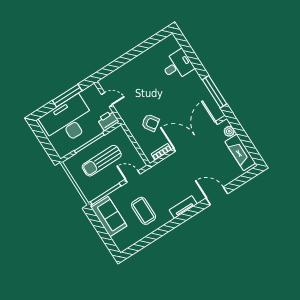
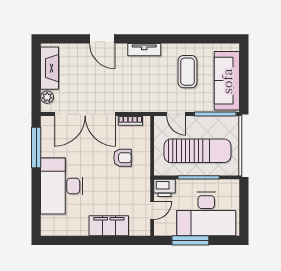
desk: (177, 65) -> (62, 186), width x1.87, depth x1.30
filing cabinet: (130, 70) -> (109, 226), added
door: (107, 100) -> (152, 210), swing flipped
armchair: (150, 123) -> (122, 158), turned 124
sun lounger: (102, 161) -> (198, 151), width x1.36, depth x1.34
sofa: (109, 217) -> (227, 81), width x1.36

